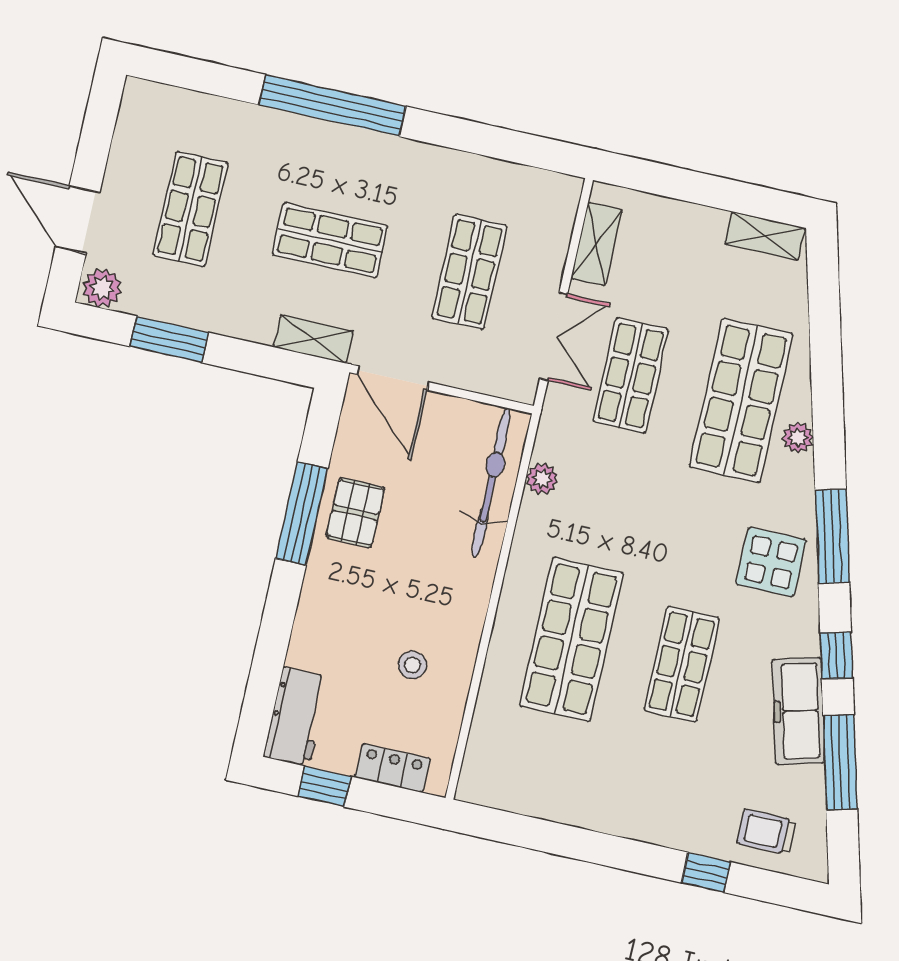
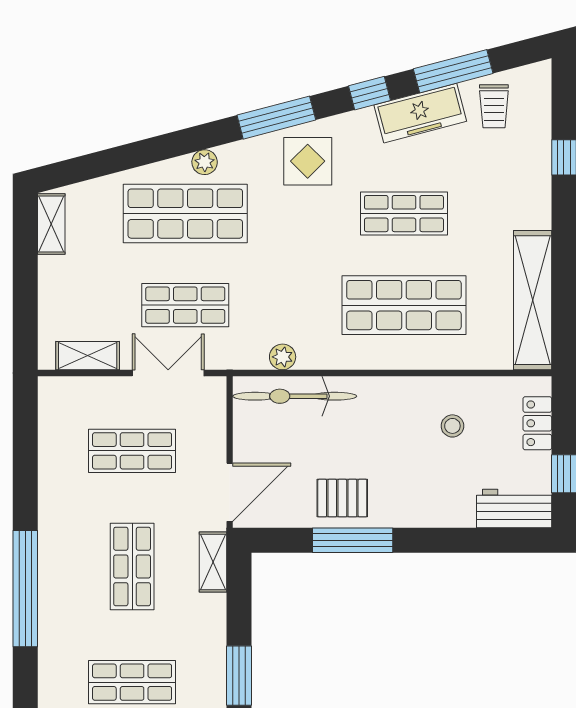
shelving: (542, 796) -> (533, 300), added
trolley: (766, 832) -> (494, 106), moved

